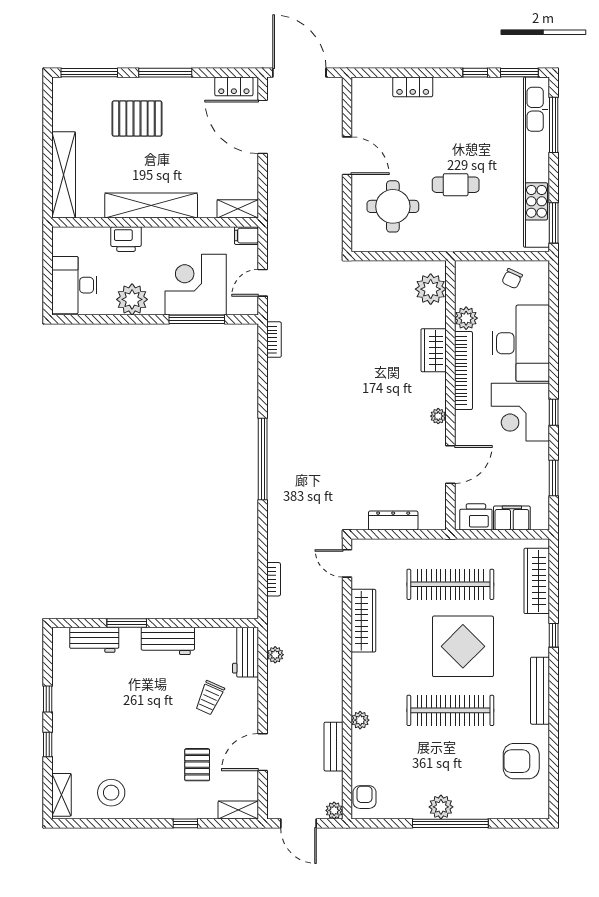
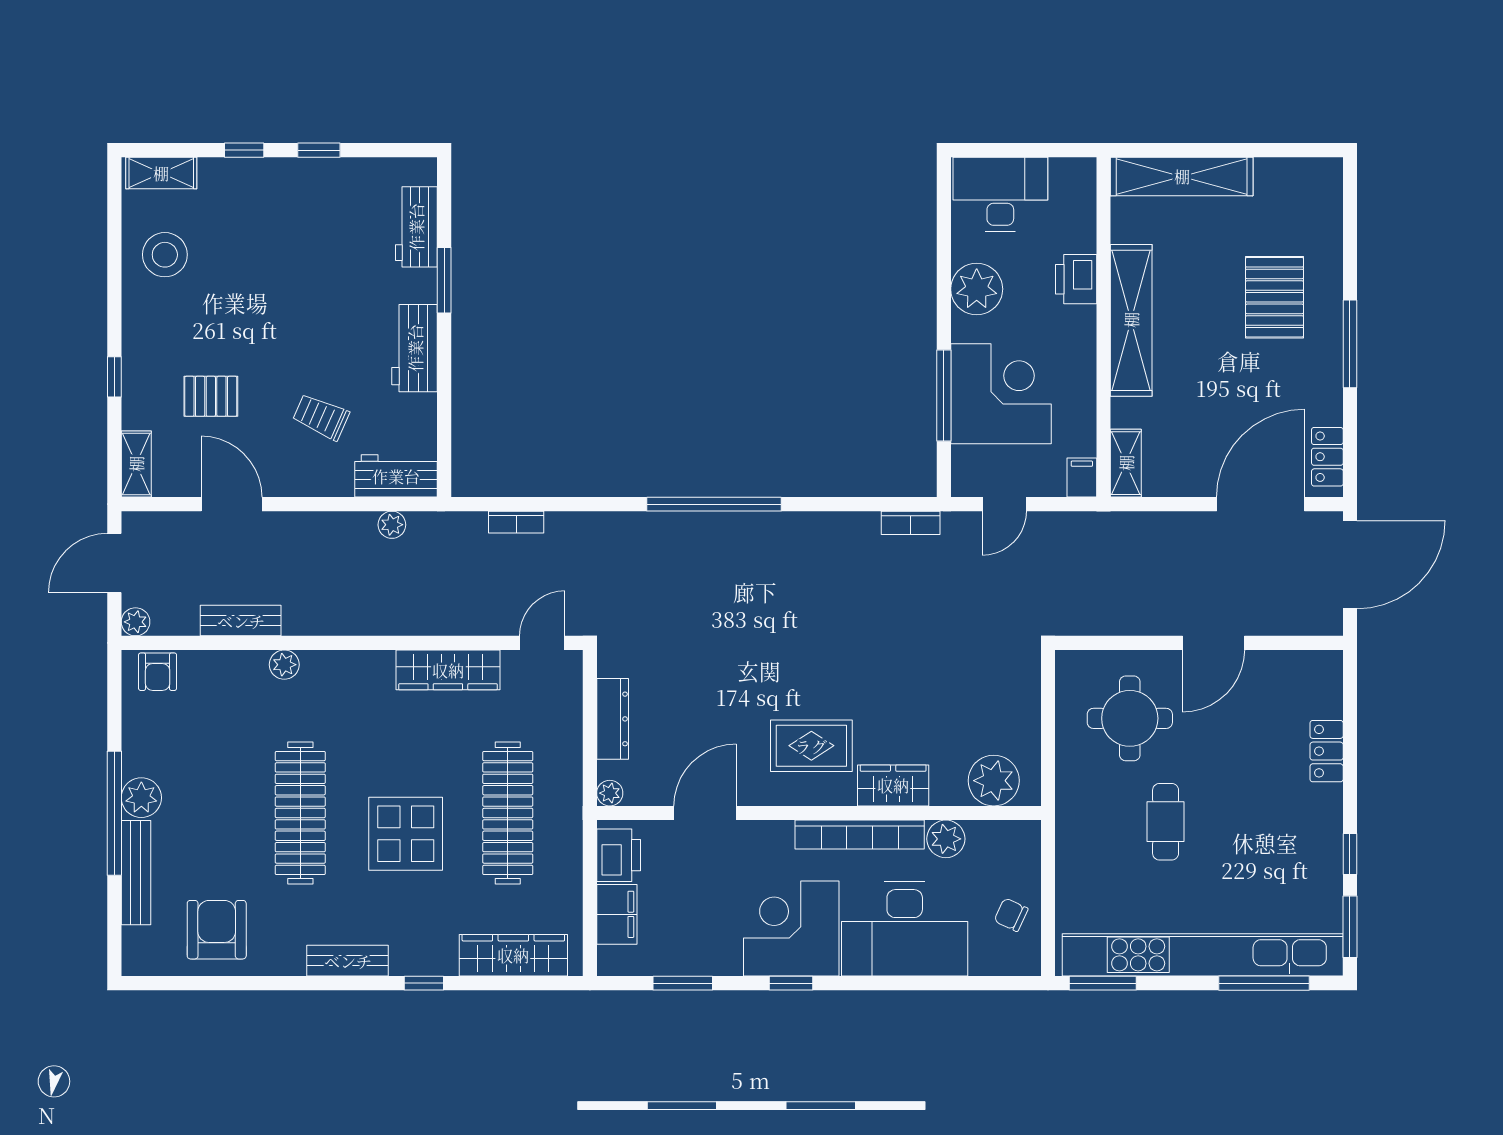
window: (89, 73) -> (1350, 219), removed
door: (263, 283) -> (1004, 504), swing flipped
rug: (409, 400) -> (811, 746), added
plant: (438, 416) -> (610, 793), moved
door: (450, 464) -> (705, 813), swing flipped
display table: (463, 646) -> (406, 834), width x0.73, depth x0.73
bench: (540, 691) -> (348, 961), width x0.73
armchair: (364, 797) -> (158, 672), turned 90
bench: (487, 810) -> (136, 873), added

